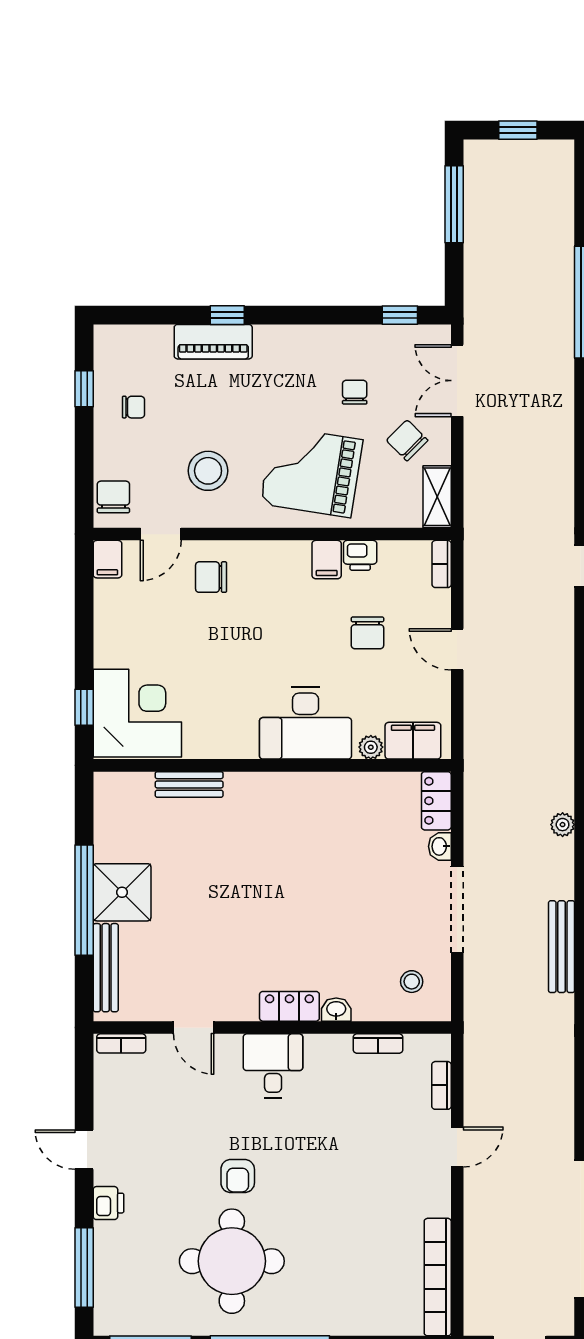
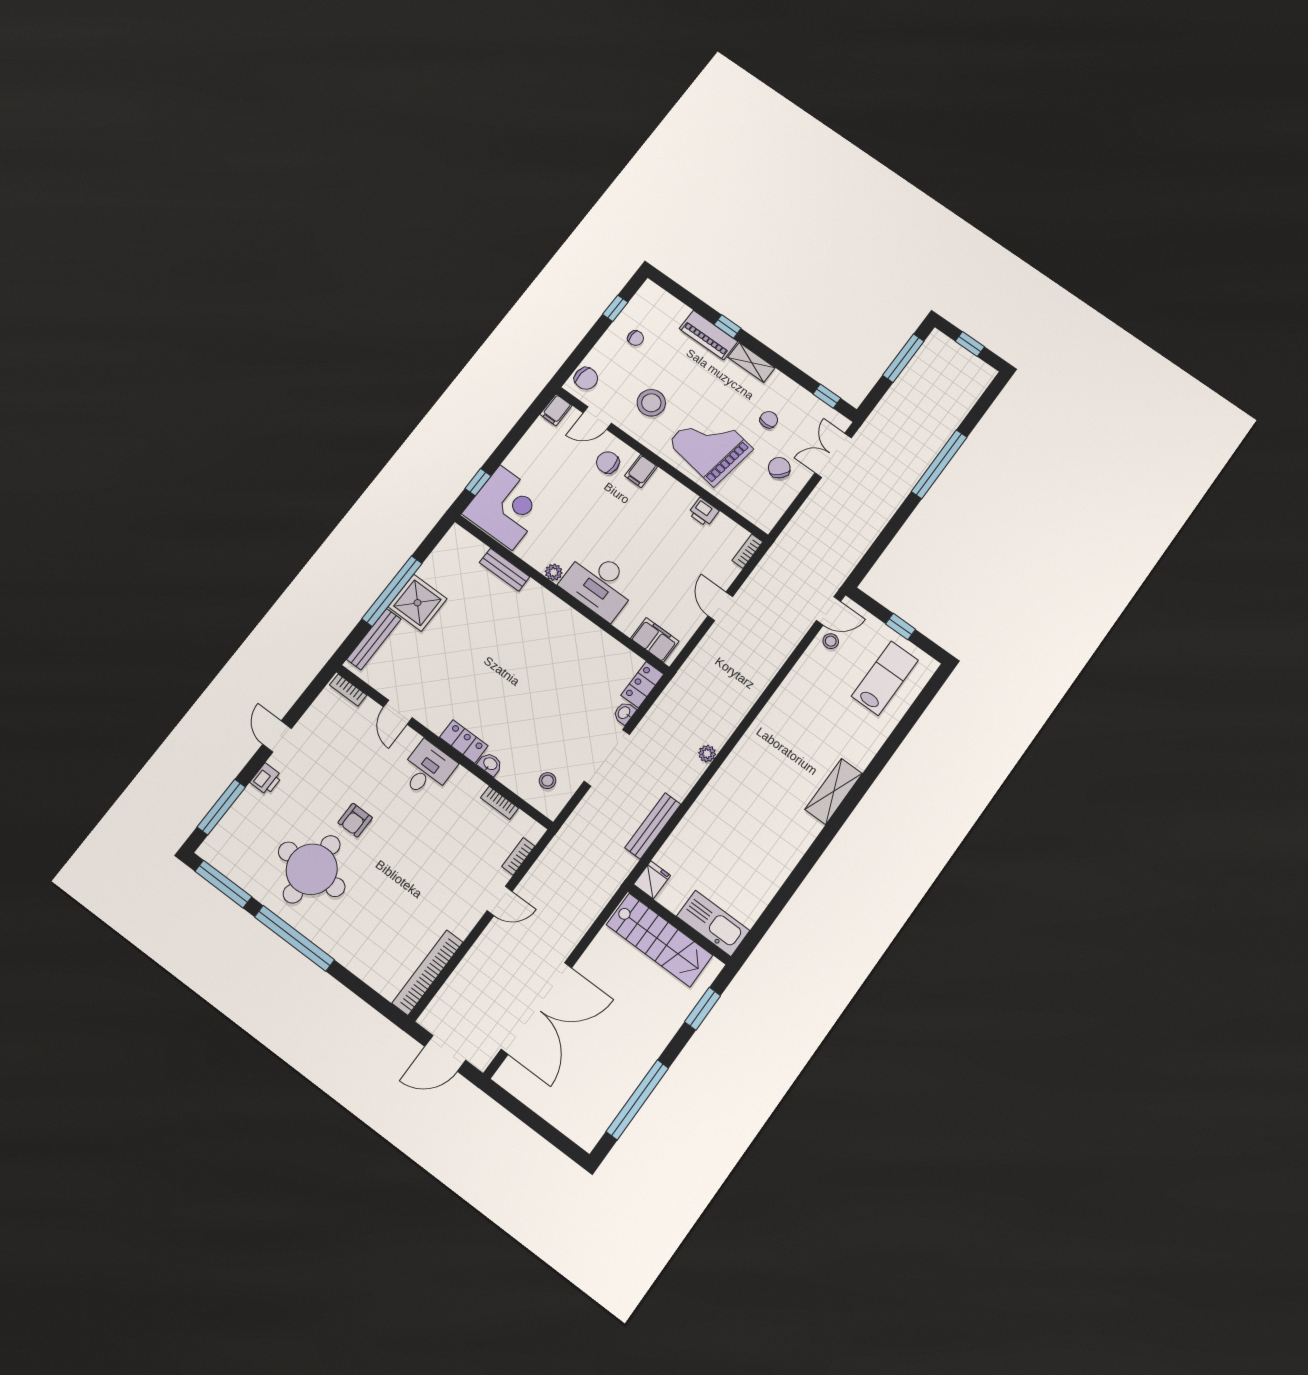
chair: (113, 497) -> (586, 378), turned 96
shelving: (437, 497) -> (751, 362), moved, turned 90
filing cabinet: (327, 560) -> (641, 471), moved
chair: (367, 633) -> (675, 559), removed
plant: (371, 747) -> (554, 572), moved

